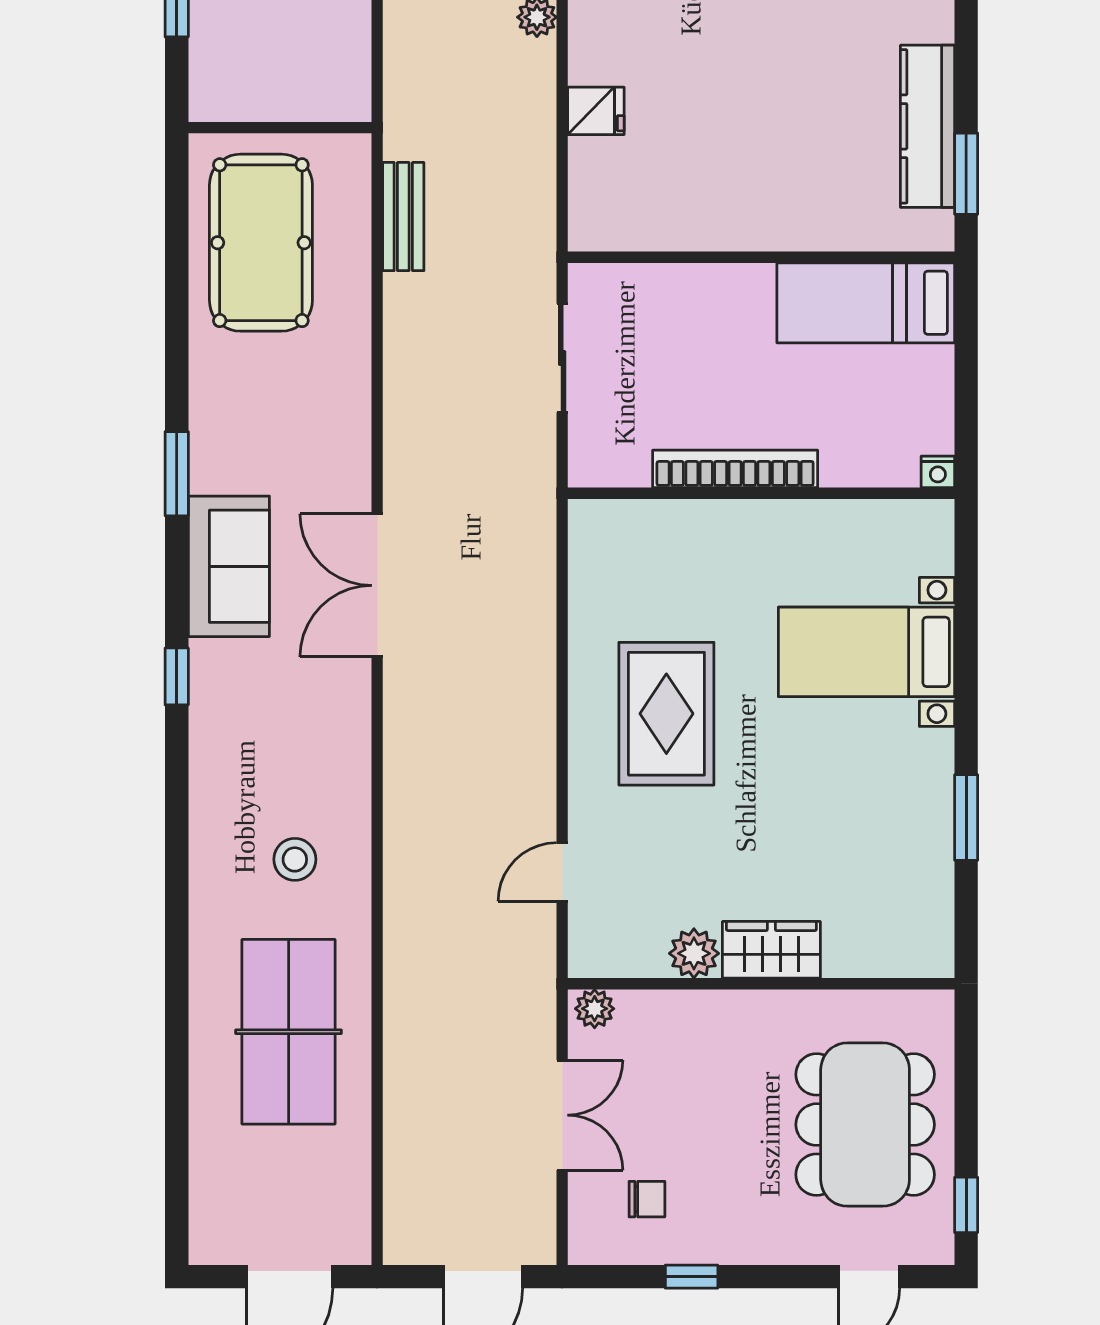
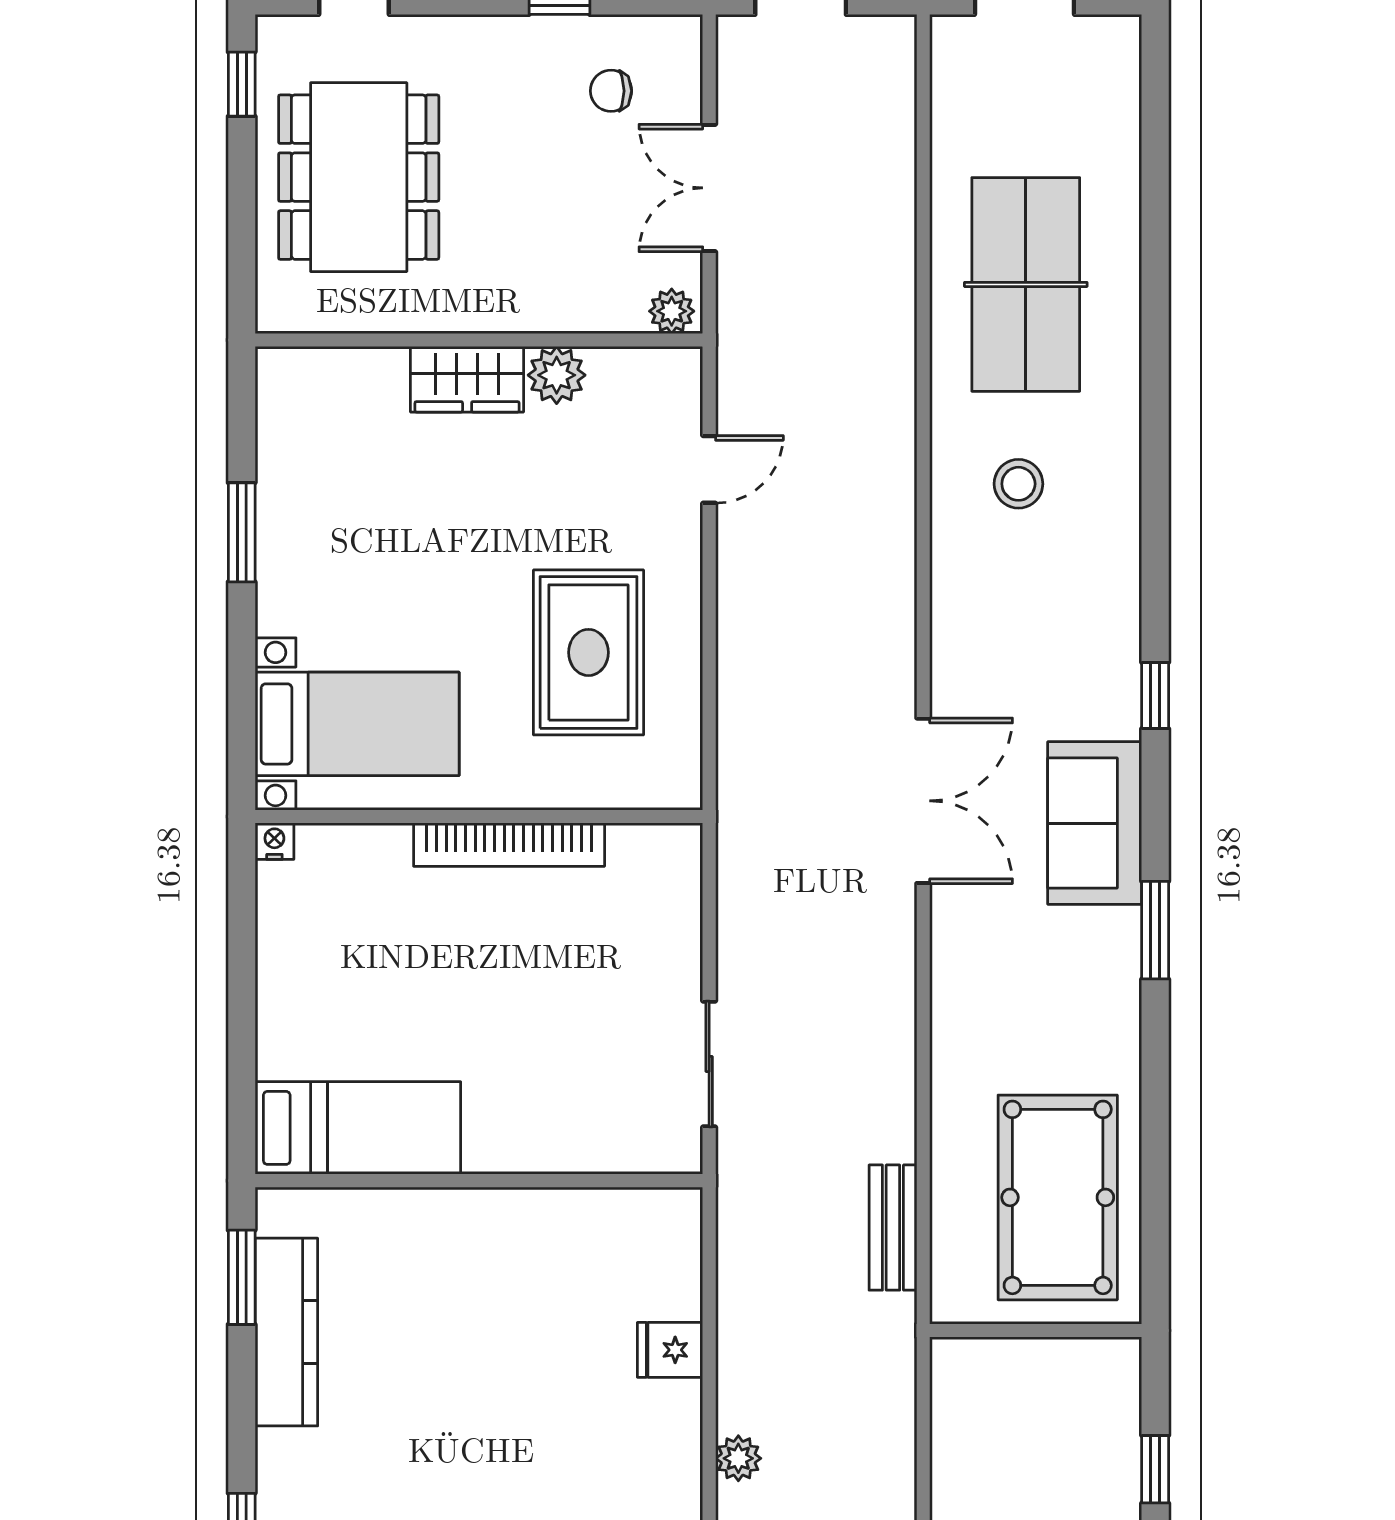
bookcase: (735, 469) -> (509, 845), moved
nightstand: (938, 472) -> (274, 841), moved
wall: (761, 493) -> (479, 817), moved

